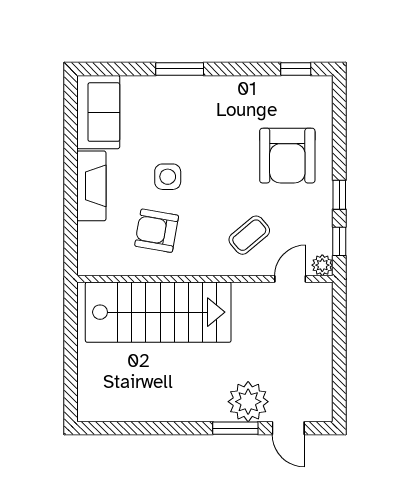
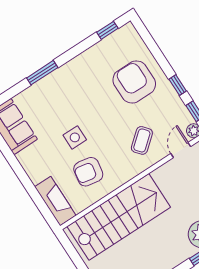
armchair: (287, 156) -> (134, 82), turned 180
fireplace: (91, 186) -> (55, 201), moved

